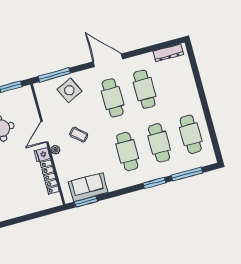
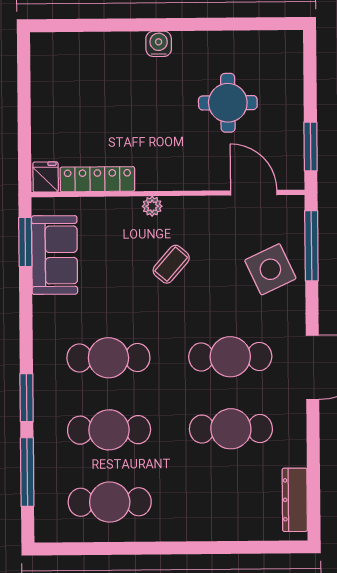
door: (44, 132) -> (254, 193), moved
fridge: (42, 154) -> (46, 177), moved

